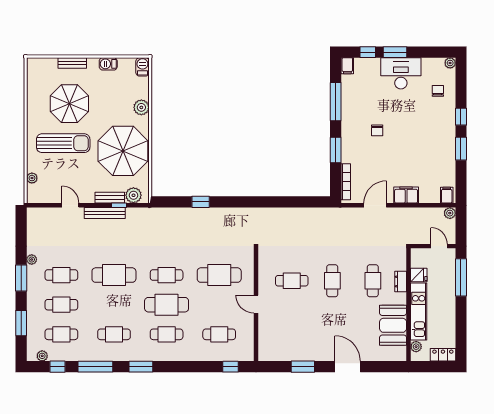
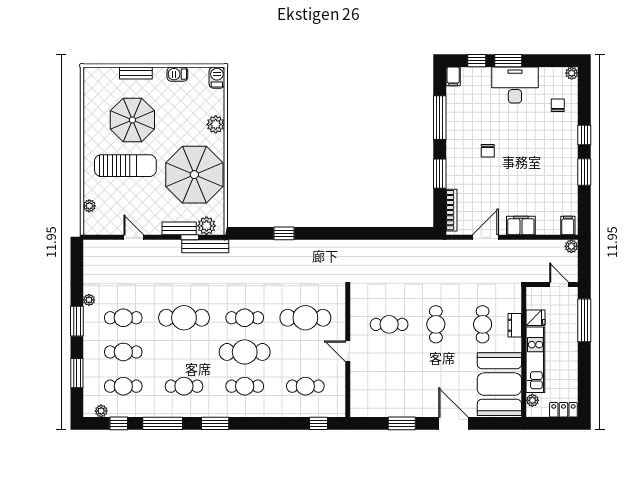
bench: (105, 213) -> (205, 246), moved
booth: (393, 325) -> (499, 384), width x1.36, depth x1.42

